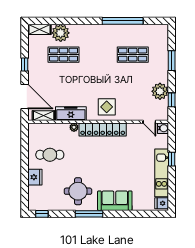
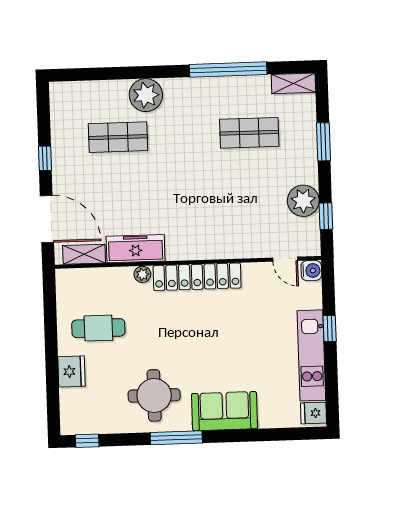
shelving: (39, 29) -> (293, 83), moved
plant: (61, 33) -> (146, 95), moved
display table: (107, 107) -> (203, 234), removed

